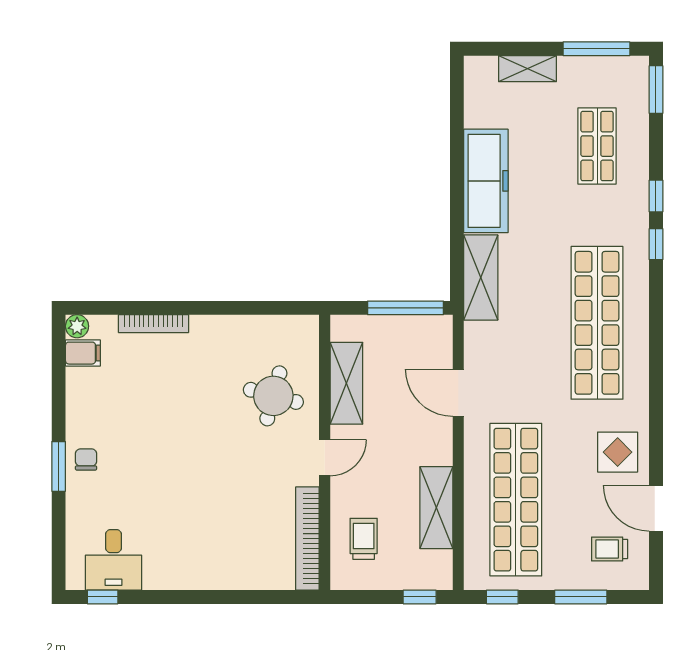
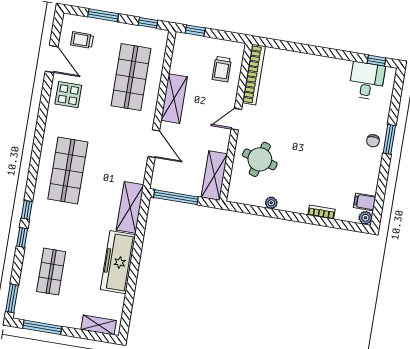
shelving: (527, 69) -> (99, 325), moved
shop shelf: (597, 323) -> (68, 170), width x0.71
bookcase: (154, 324) -> (322, 212), width x0.64
plant: (242, 325) -> (271, 203), added
shelving: (346, 383) -> (214, 176), moved
shop shelf: (516, 500) -> (131, 77), width x0.71
shelving: (436, 508) -> (174, 99), moved
trolley: (610, 549) -> (82, 40), turned 180

